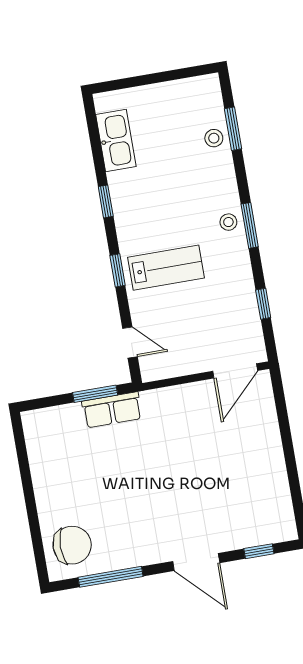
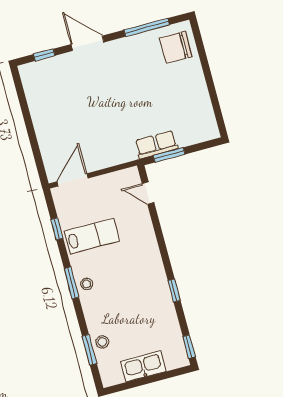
kitchen sink: (116, 141) -> (143, 366), moved, turned 90
lab bench: (166, 268) -> (92, 236), moved, turned 180
window: (118, 270) -> (189, 347), moved

